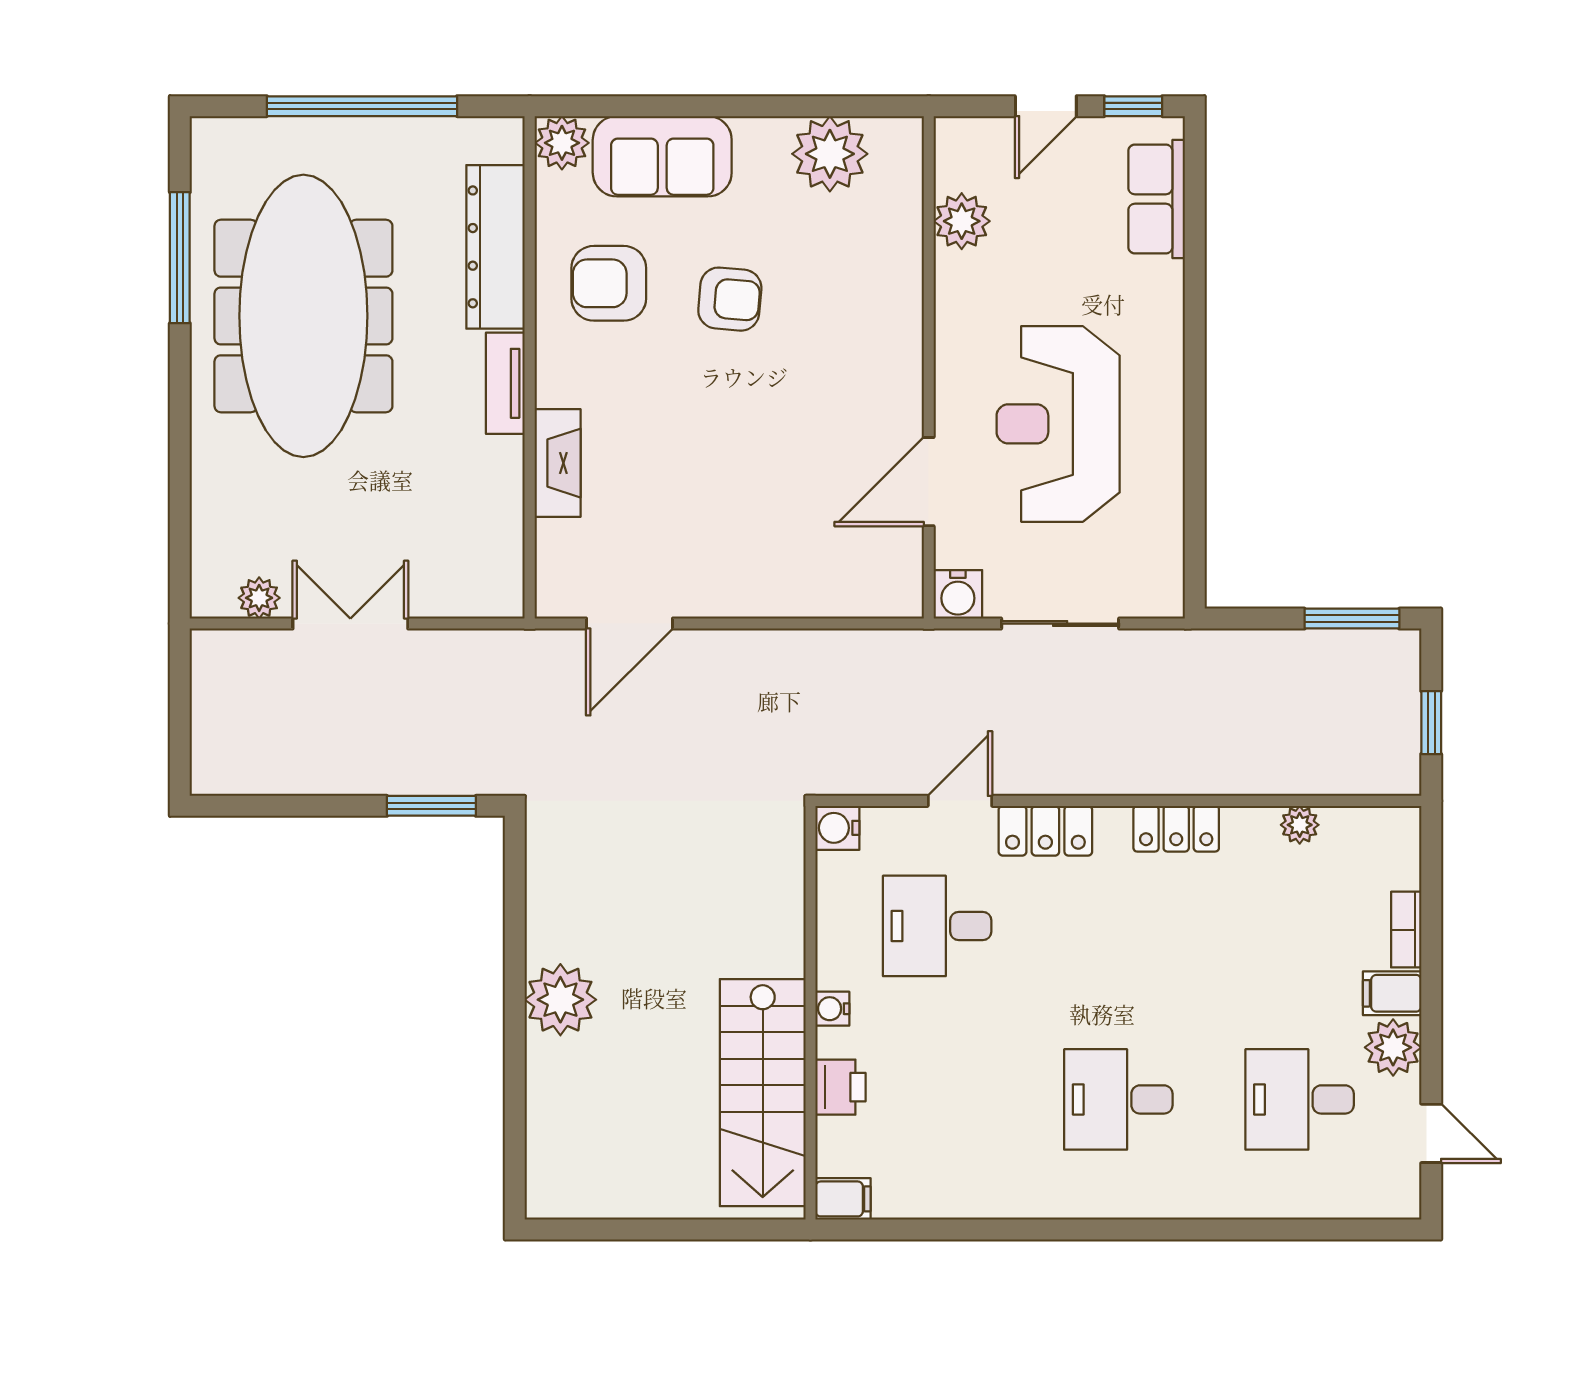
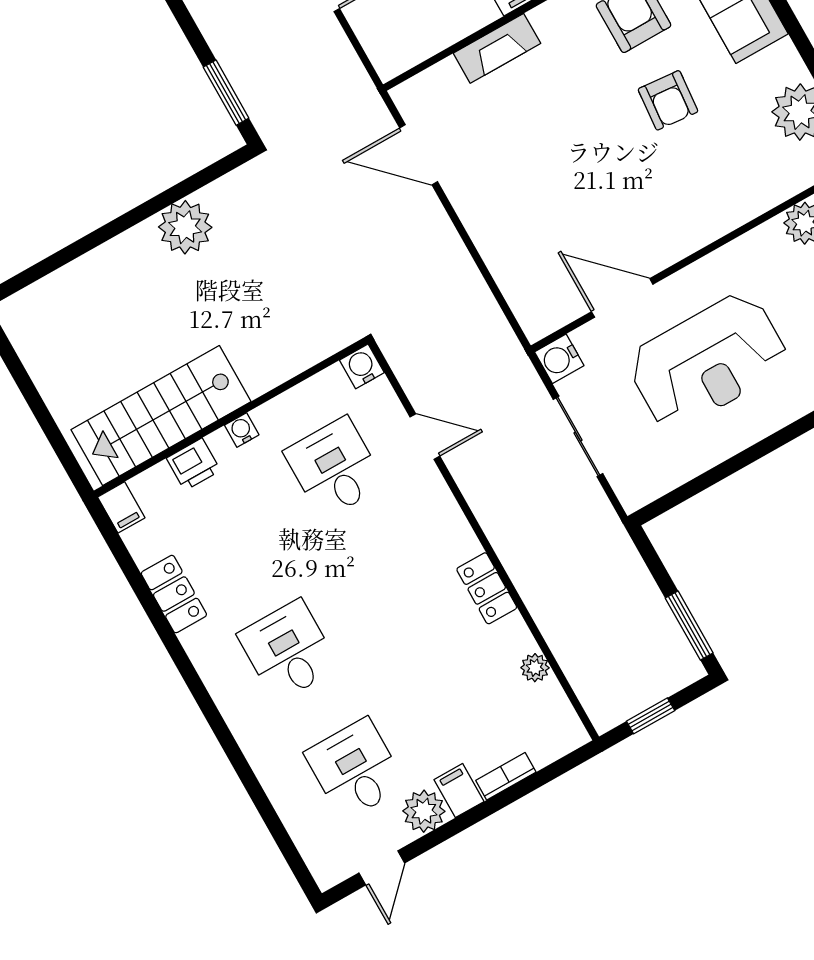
reception desk: (1058, 424) -> (708, 361), turned 180
locker: (1045, 831) -> (174, 594), moved, turned 180
plant: (560, 1000) -> (185, 227), moved

